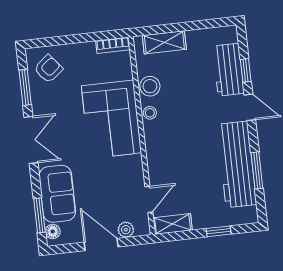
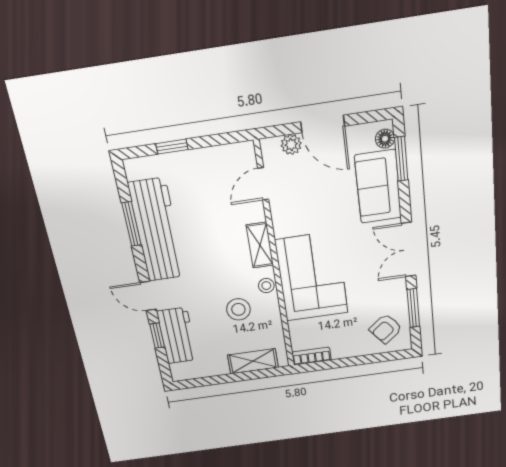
stool: (150, 86) -> (238, 309), moved
shelving: (173, 224) -> (260, 245), moved, turned 90

